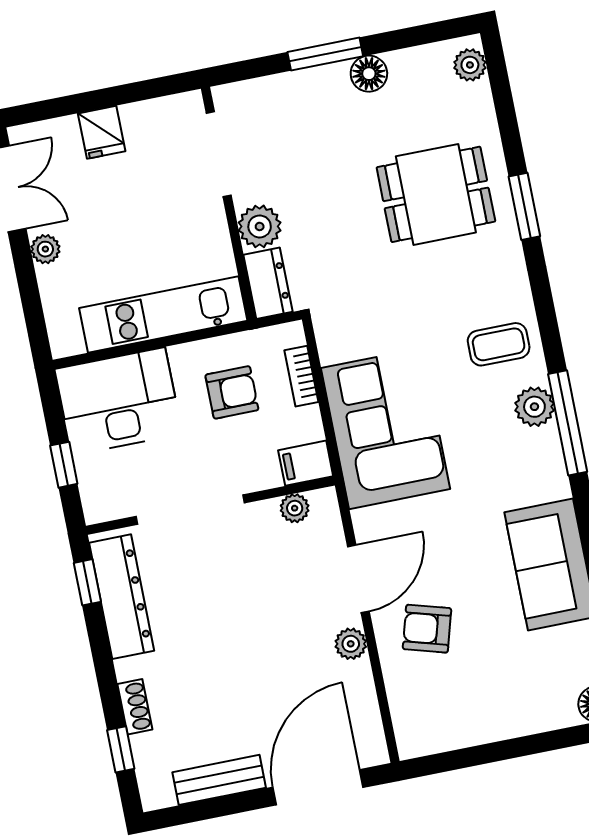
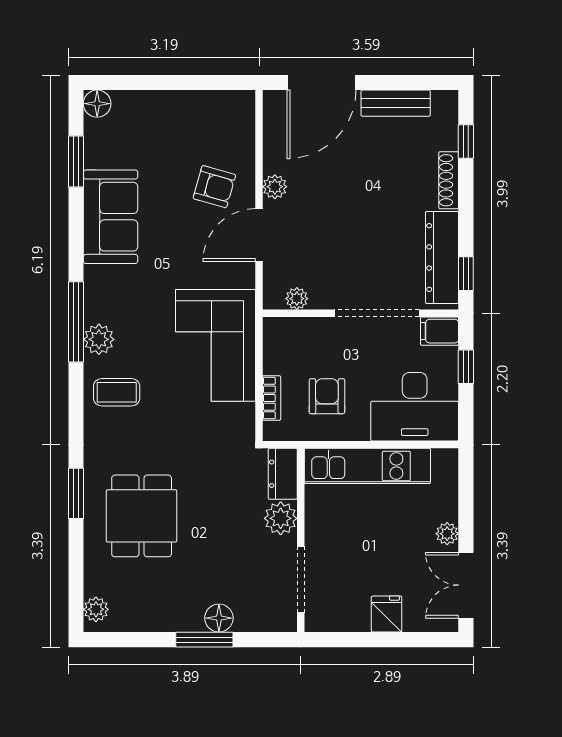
floor lamp: (369, 74) -> (219, 618), moved
dining table: (436, 194) -> (142, 516), turned 90
armchair: (232, 392) -> (327, 396), turned 90
filing cabinet: (306, 463) -> (439, 331), moved, turned 180
shoe rack: (135, 707) -> (449, 180), width x1.43

